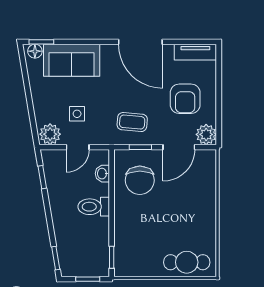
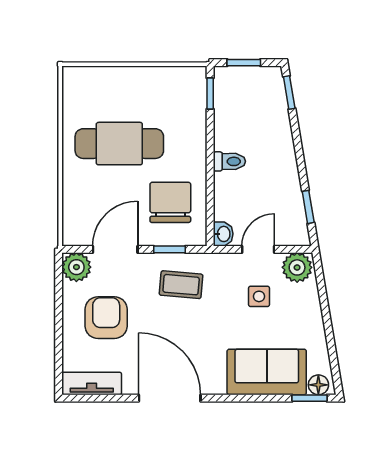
washbasin: (102, 174) -> (223, 234), moved
toilet: (94, 207) -> (229, 161), width x0.73, depth x0.72
cafe table: (187, 262) -> (119, 144), moved, width x1.37, depth x1.35

